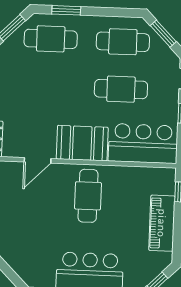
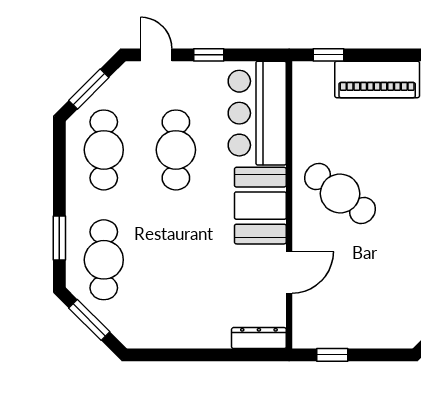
door: (38, 160) -> (289, 272), hinge flipped
cafe table: (88, 196) -> (340, 193), turned 37

